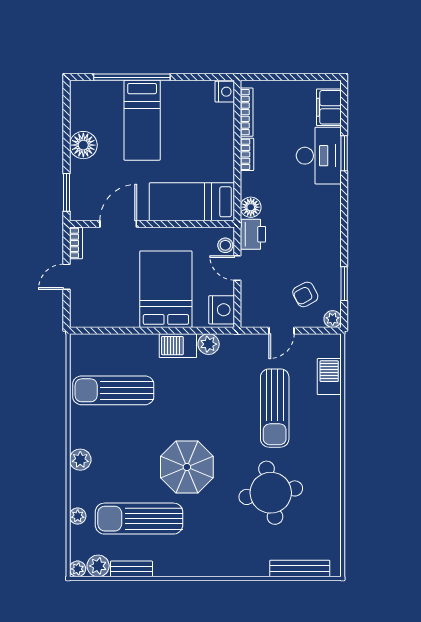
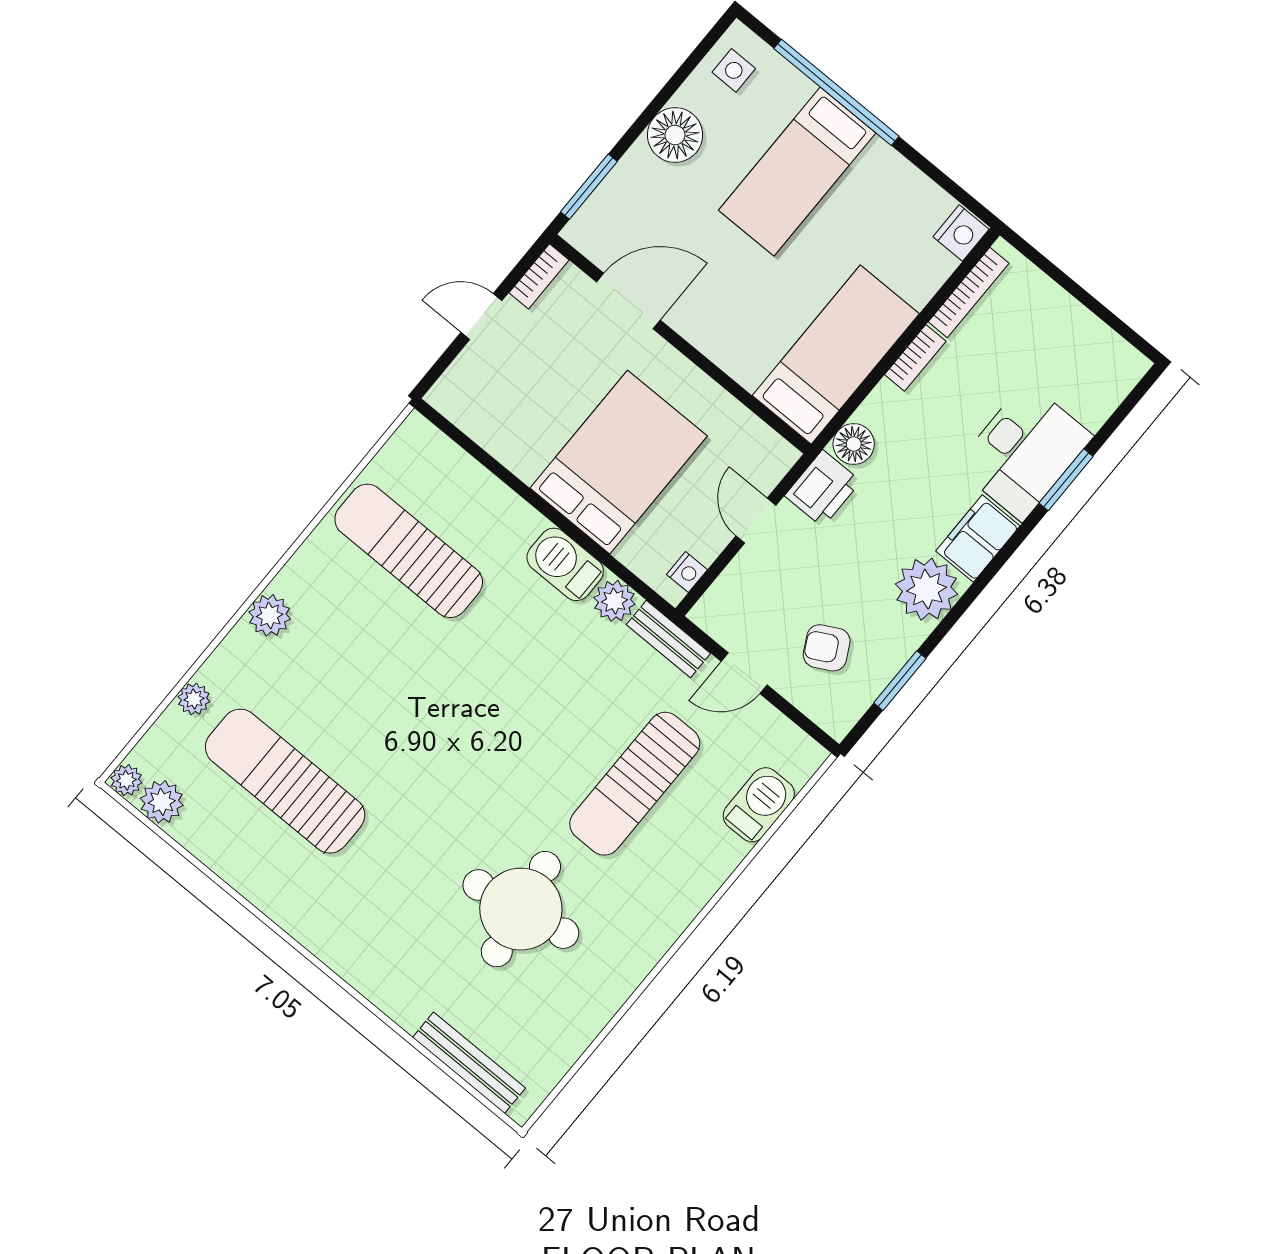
side table: (85, 101) -> (734, 70), added
filing cabinet: (329, 107) -> (978, 539), moved
bed: (192, 202) -> (836, 355), moved, turned 90
stool: (225, 245) -> (766, 470), removed
nightstand: (222, 310) -> (687, 572), width x0.53, depth x0.56
plant: (333, 319) -> (927, 589), moved, width x1.87, depth x1.87
parasol: (187, 467) -> (425, 763), removed
bench: (131, 569) -> (668, 639), moved

